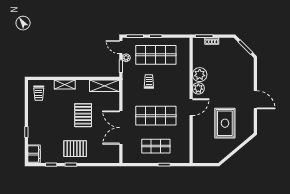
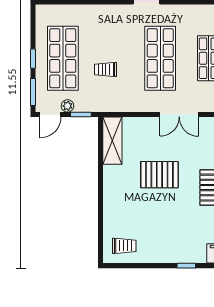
shelving: (65, 85) -> (110, 204), removed
double door: (121, 128) -> (179, 115), width x0.73

